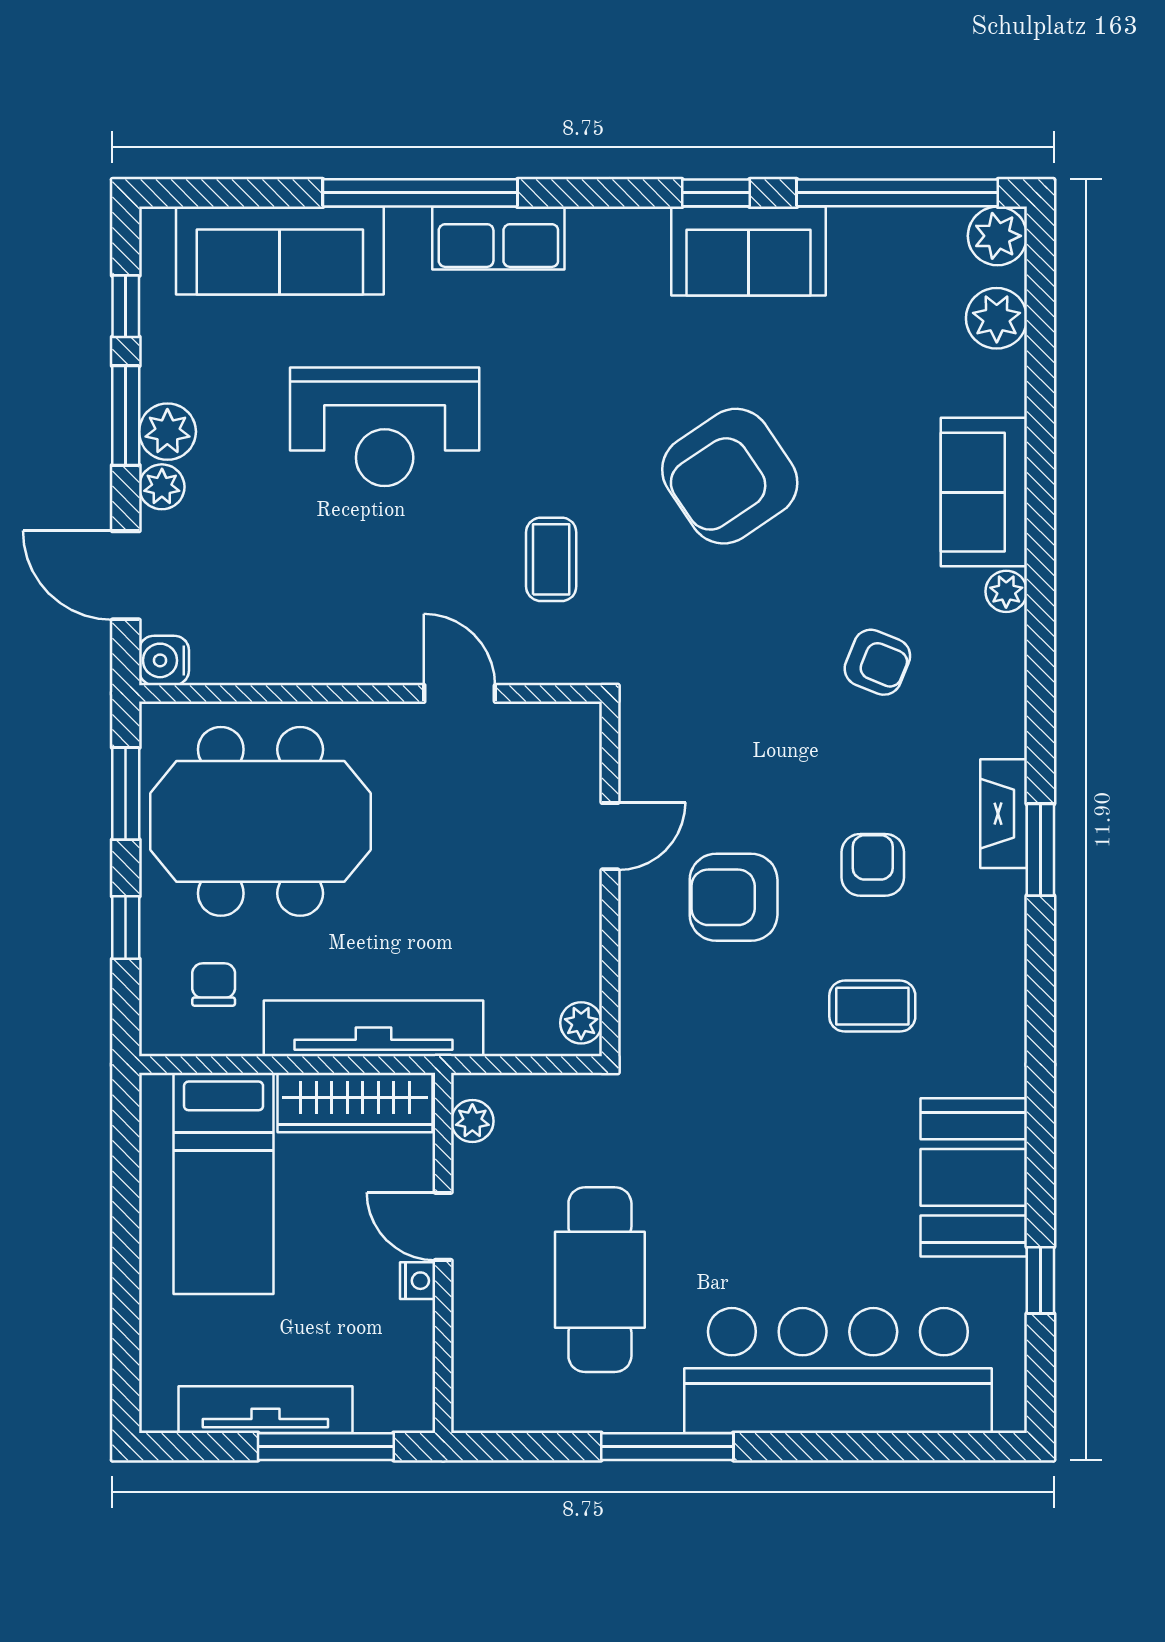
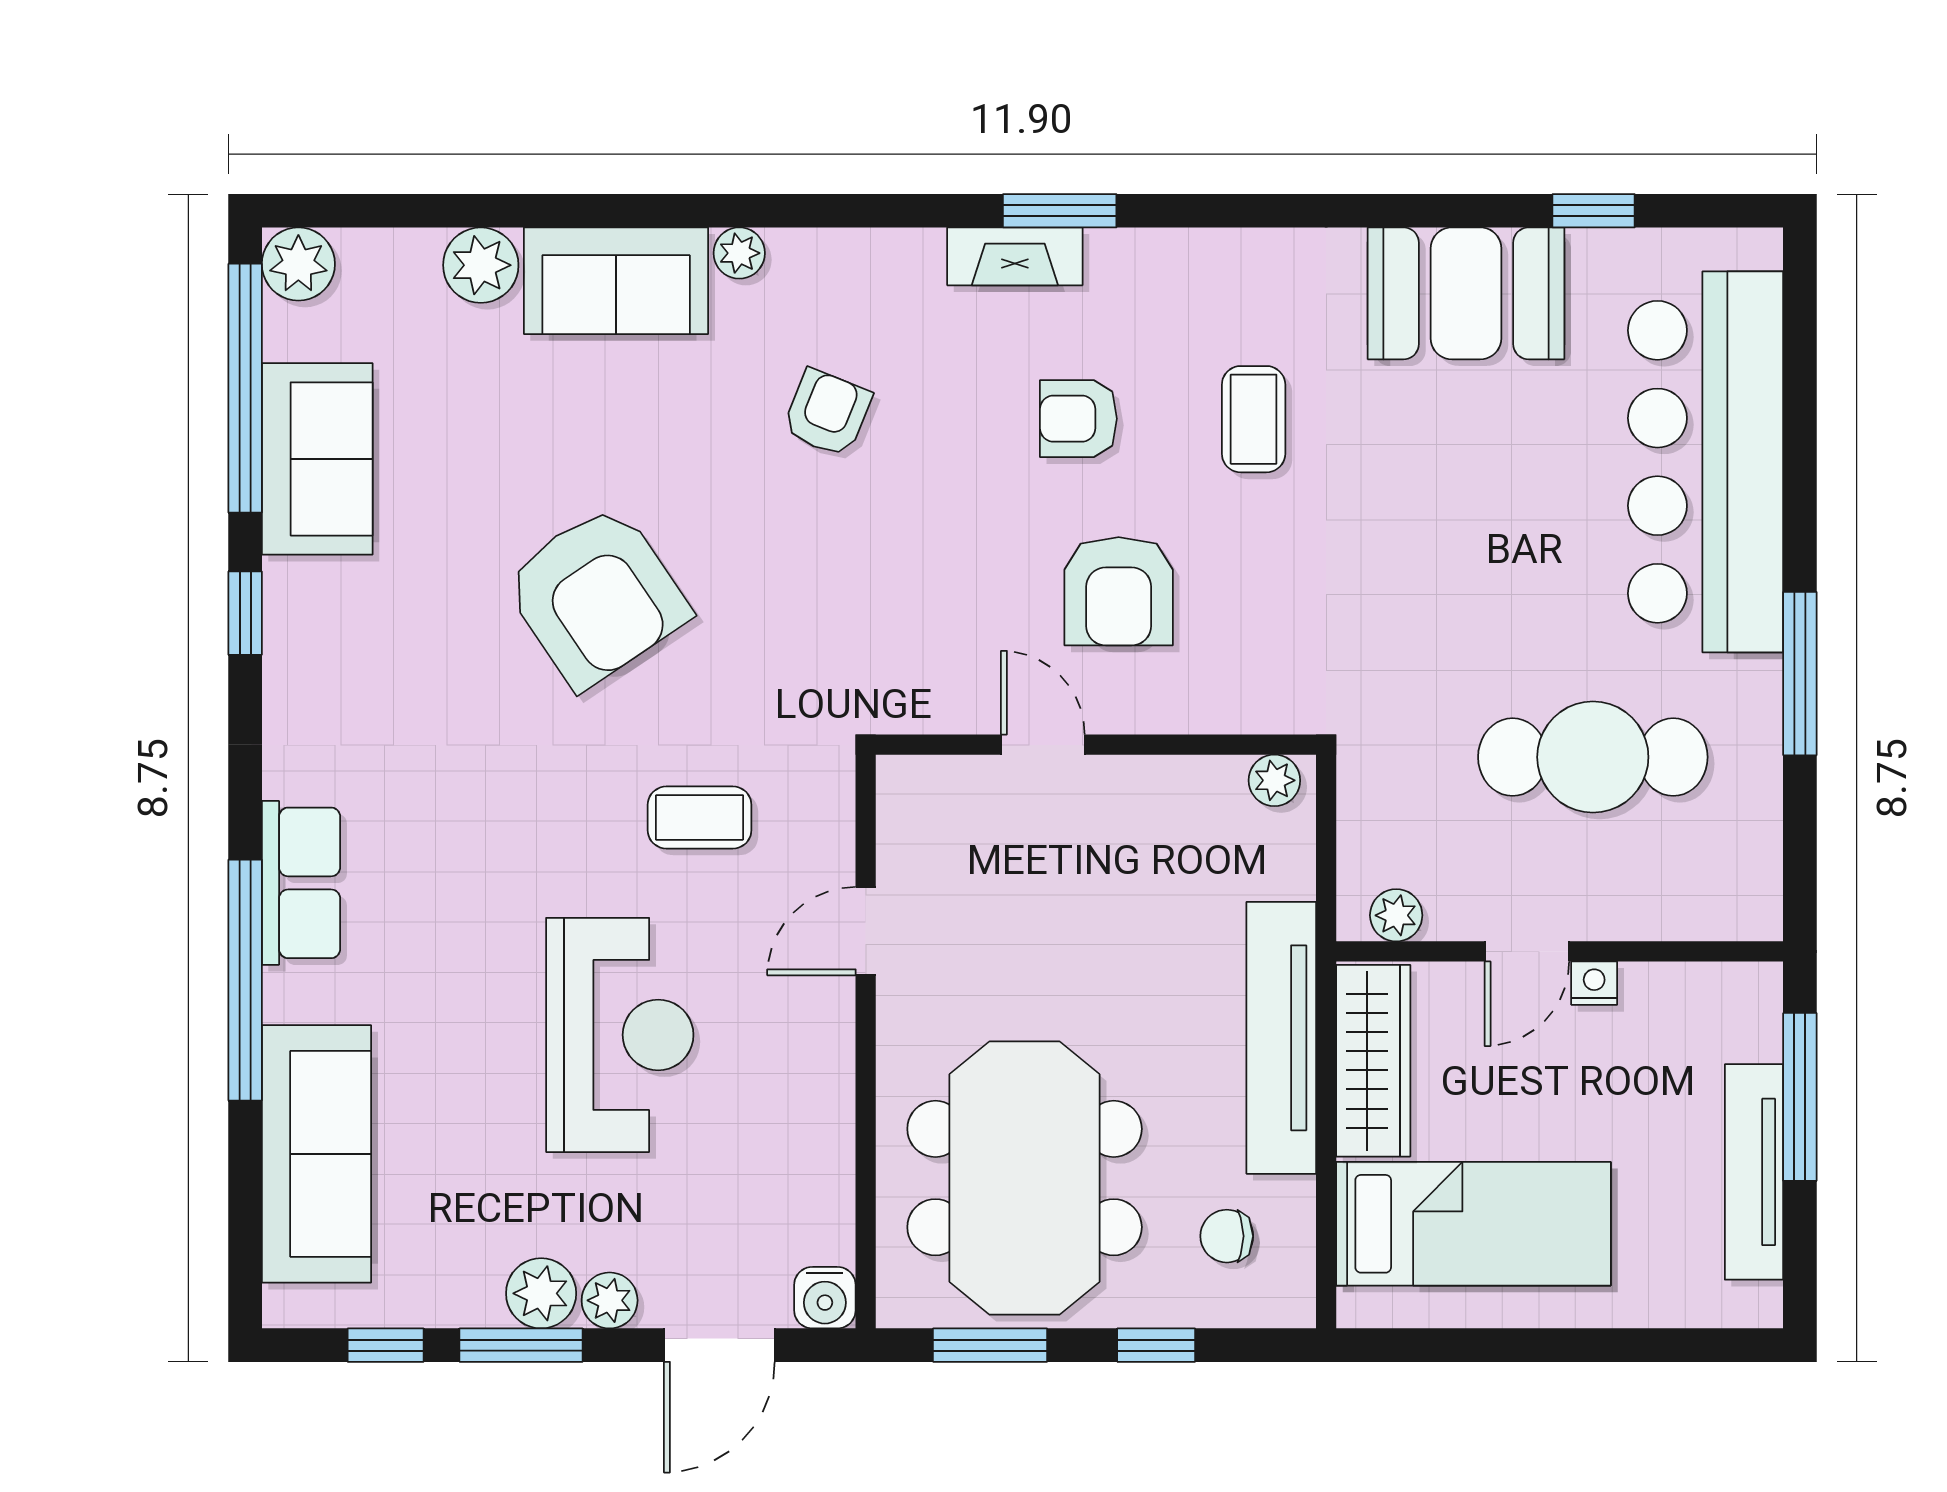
sofa: (748, 251) -> (317, 459), moved
plant: (997, 318) -> (481, 265), moved
reception desk: (385, 427) -> (620, 1035), moved

